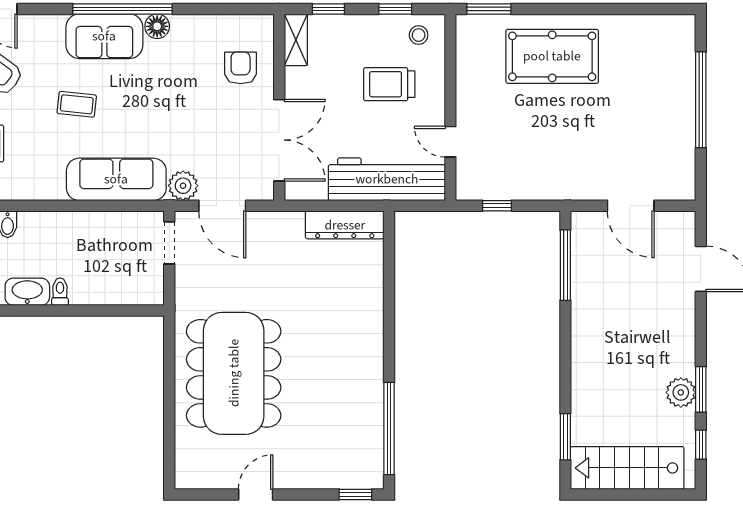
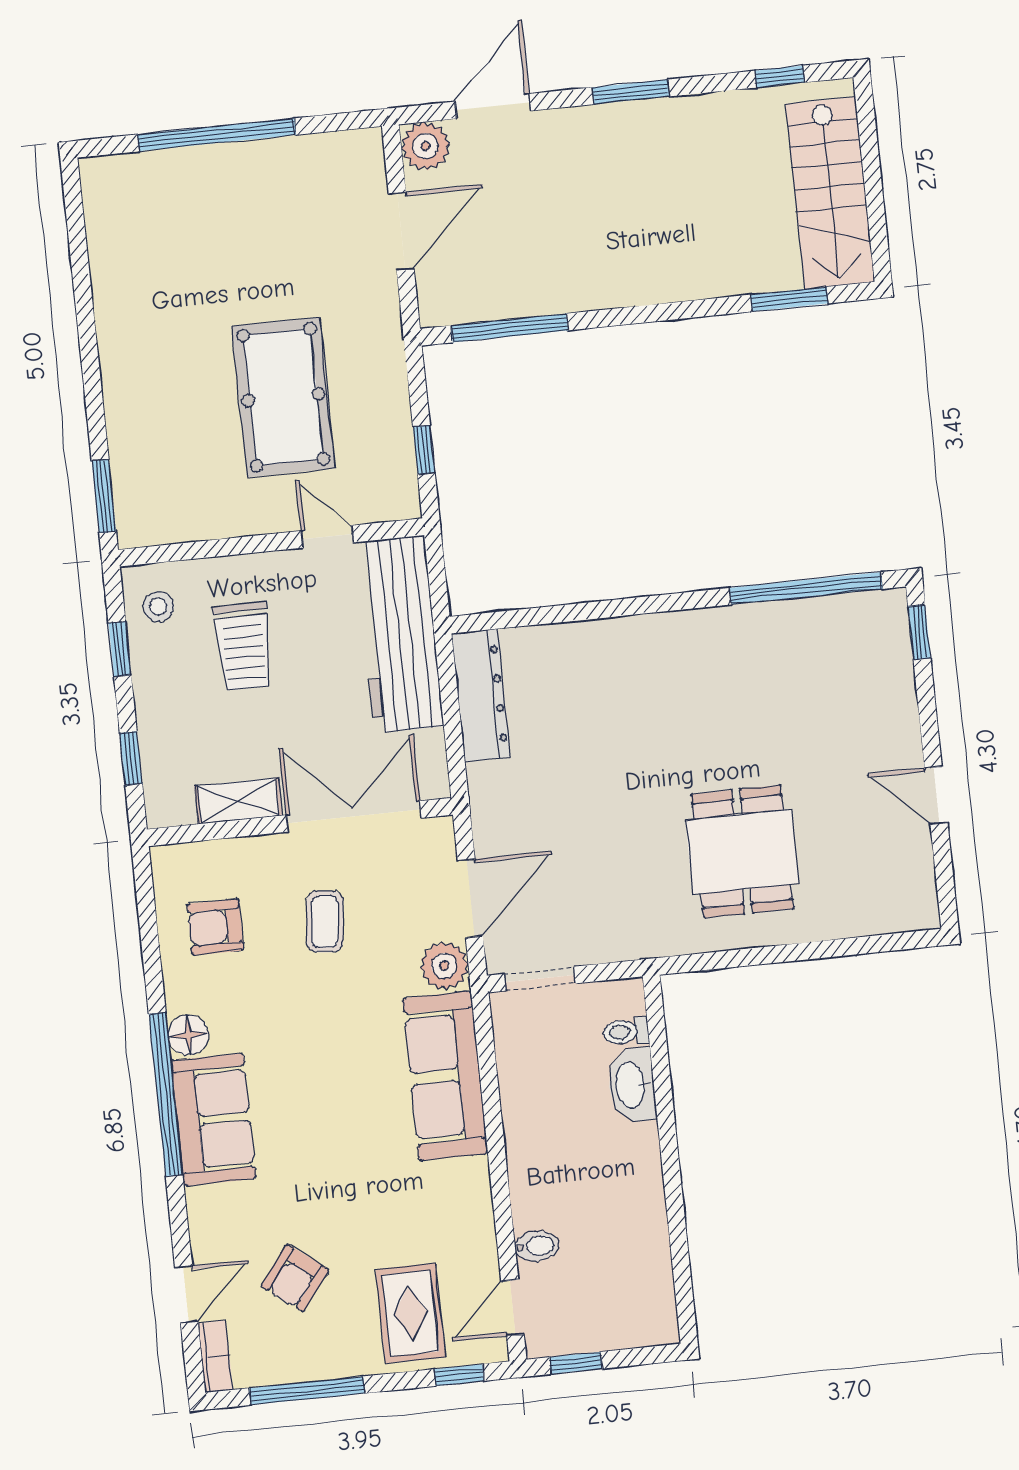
shelving: (296, 40) -> (238, 801), moved
pool table: (552, 56) -> (283, 397), moved
armchair: (241, 68) -> (215, 927), moved
coffee table: (77, 104) -> (325, 921), moved
door: (450, 142) -> (327, 537), swing flipped
washbasin: (27, 292) -> (632, 1085), moved
toilet: (60, 292) -> (626, 1032), moved
dining table: (234, 373) -> (742, 852), width x0.53, depth x0.80
window: (701, 389) -> (631, 92), moved
plant: (681, 392) -> (425, 146), moved

